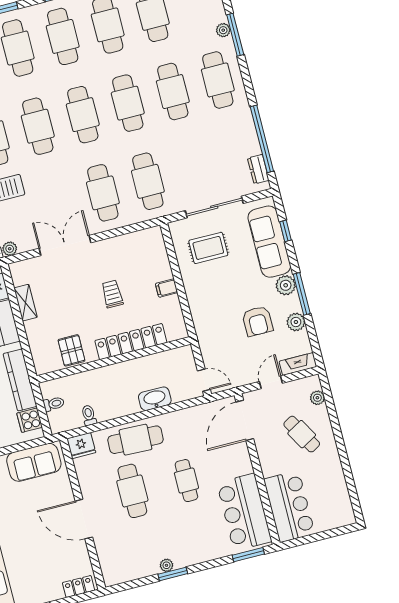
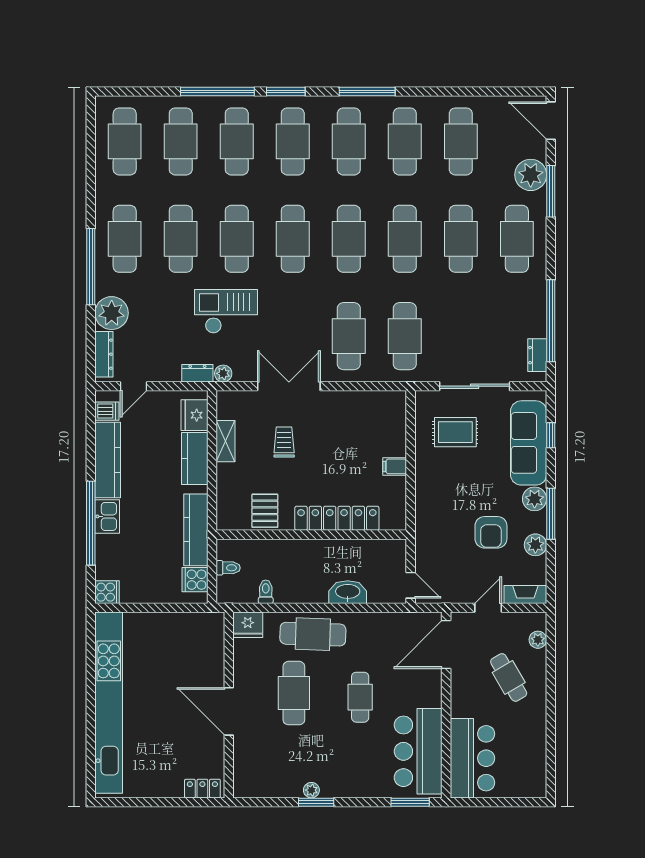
plant: (223, 30) -> (531, 175), width x1.88, depth x1.88
trolley: (112, 294) -> (284, 442), moved
sofa: (34, 462) -> (187, 630), removed

